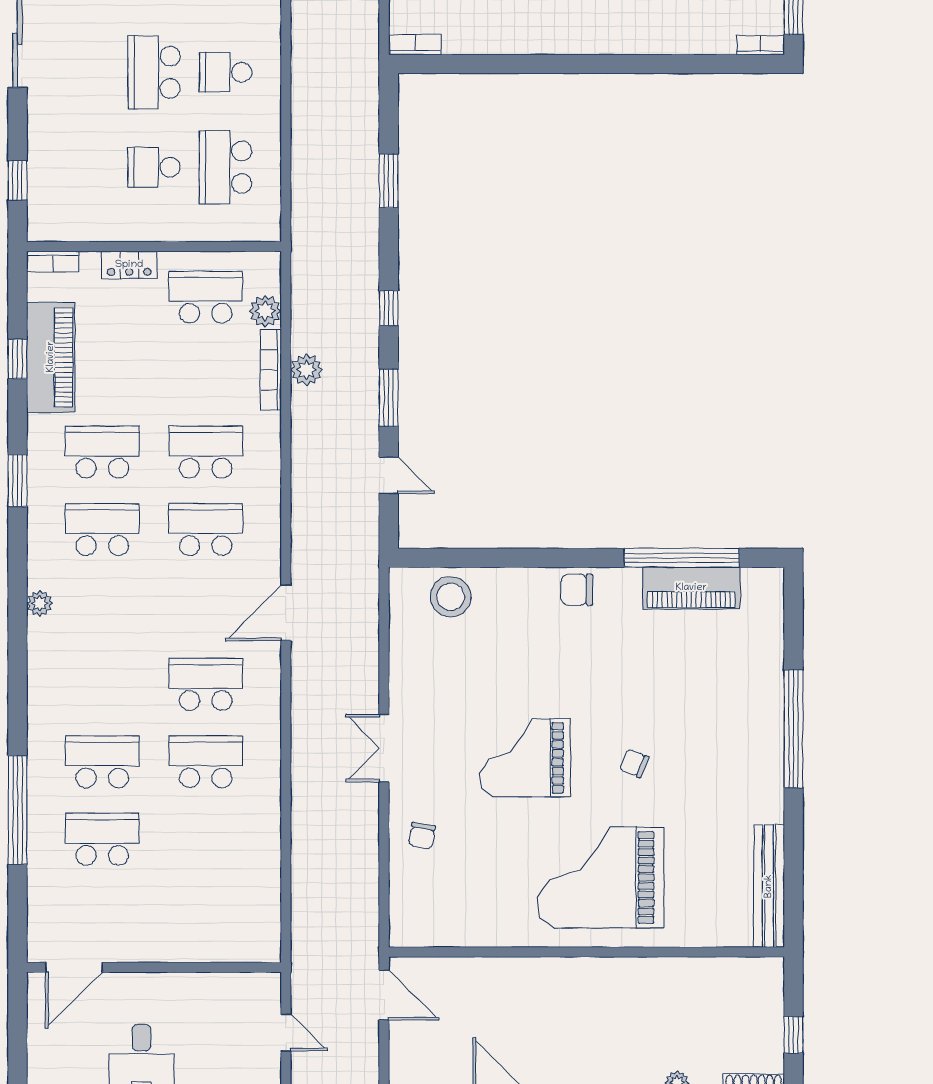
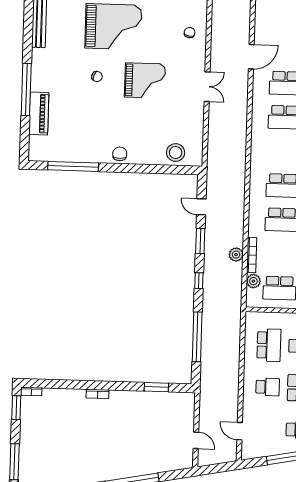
bookcase: (415, 45) -> (97, 394), moved
window: (477, 64) -> (156, 387), added
window: (389, 181) -> (197, 337), width x2.11
piano: (691, 588) -> (39, 114), moved, turned 90
chair: (577, 590) -> (120, 154), turned -90
door: (286, 613) -> (251, 57), moved
chair: (422, 836) -> (190, 33), moved

